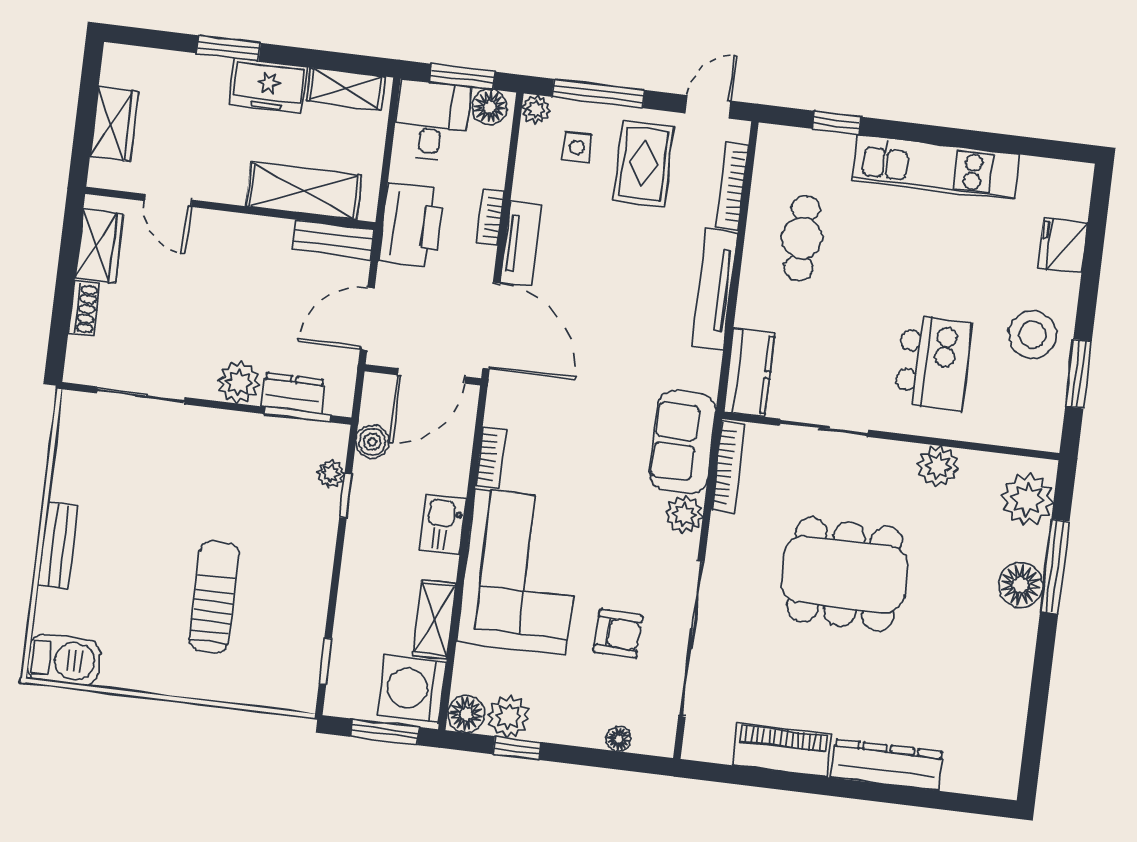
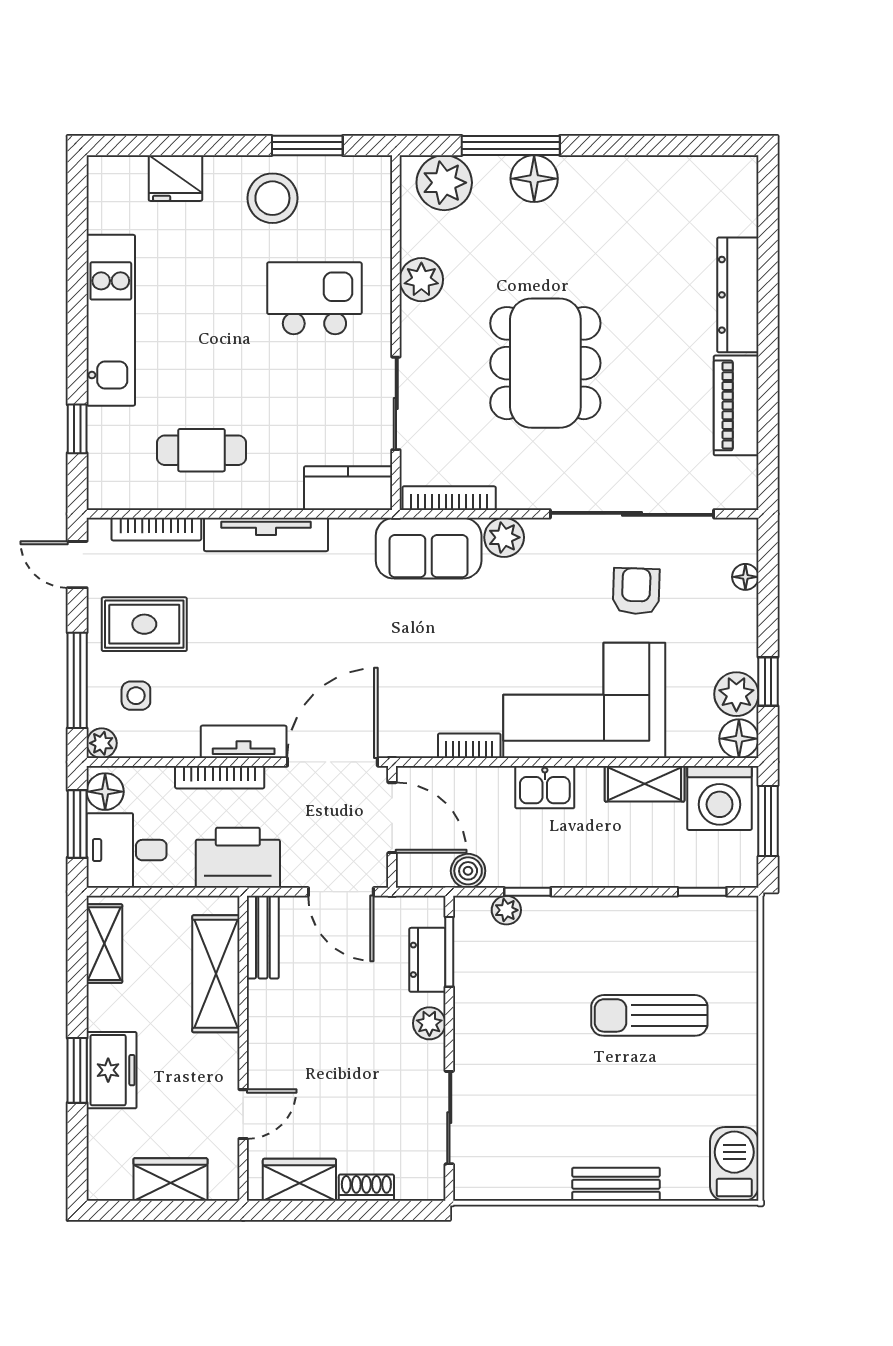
freezer: (268, 86) -> (112, 1070), moved
bookcase: (490, 217) -> (220, 777), width x1.56
plant: (239, 382) -> (429, 1023), width x0.73, depth x0.73

